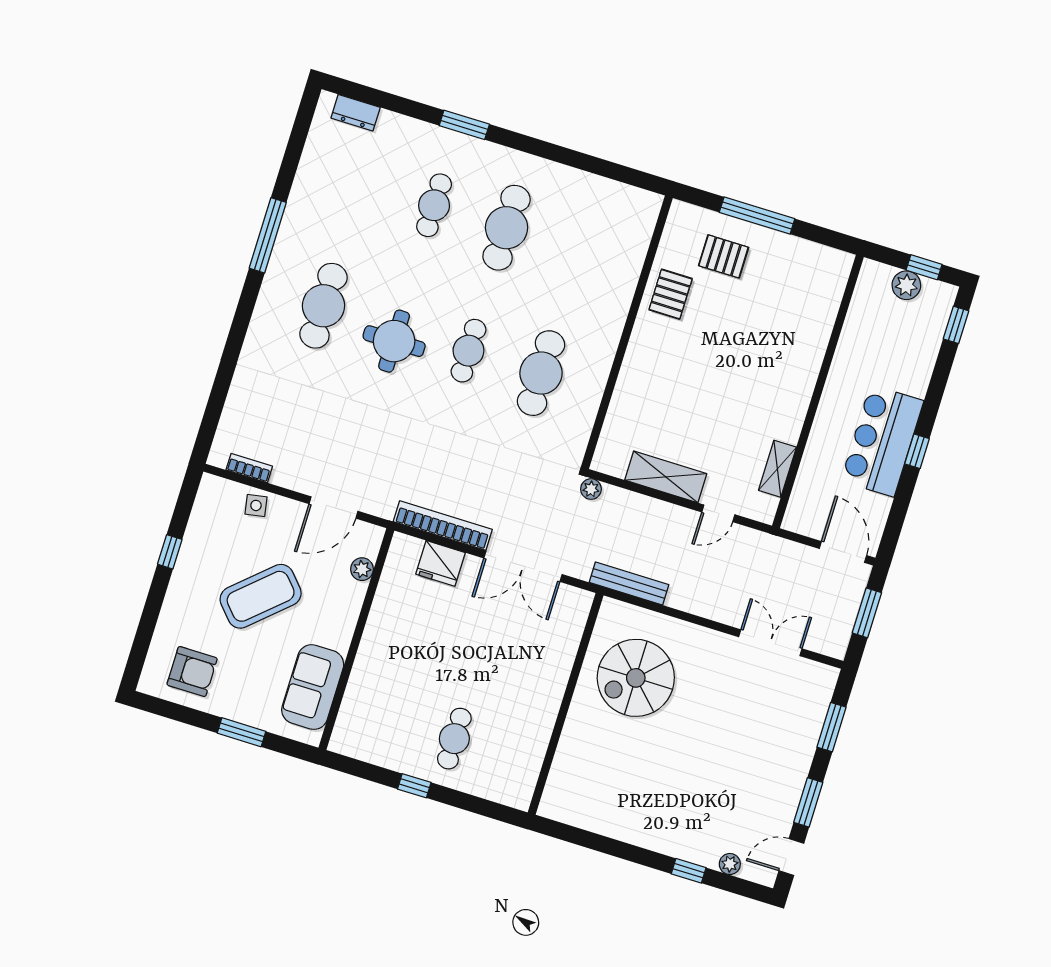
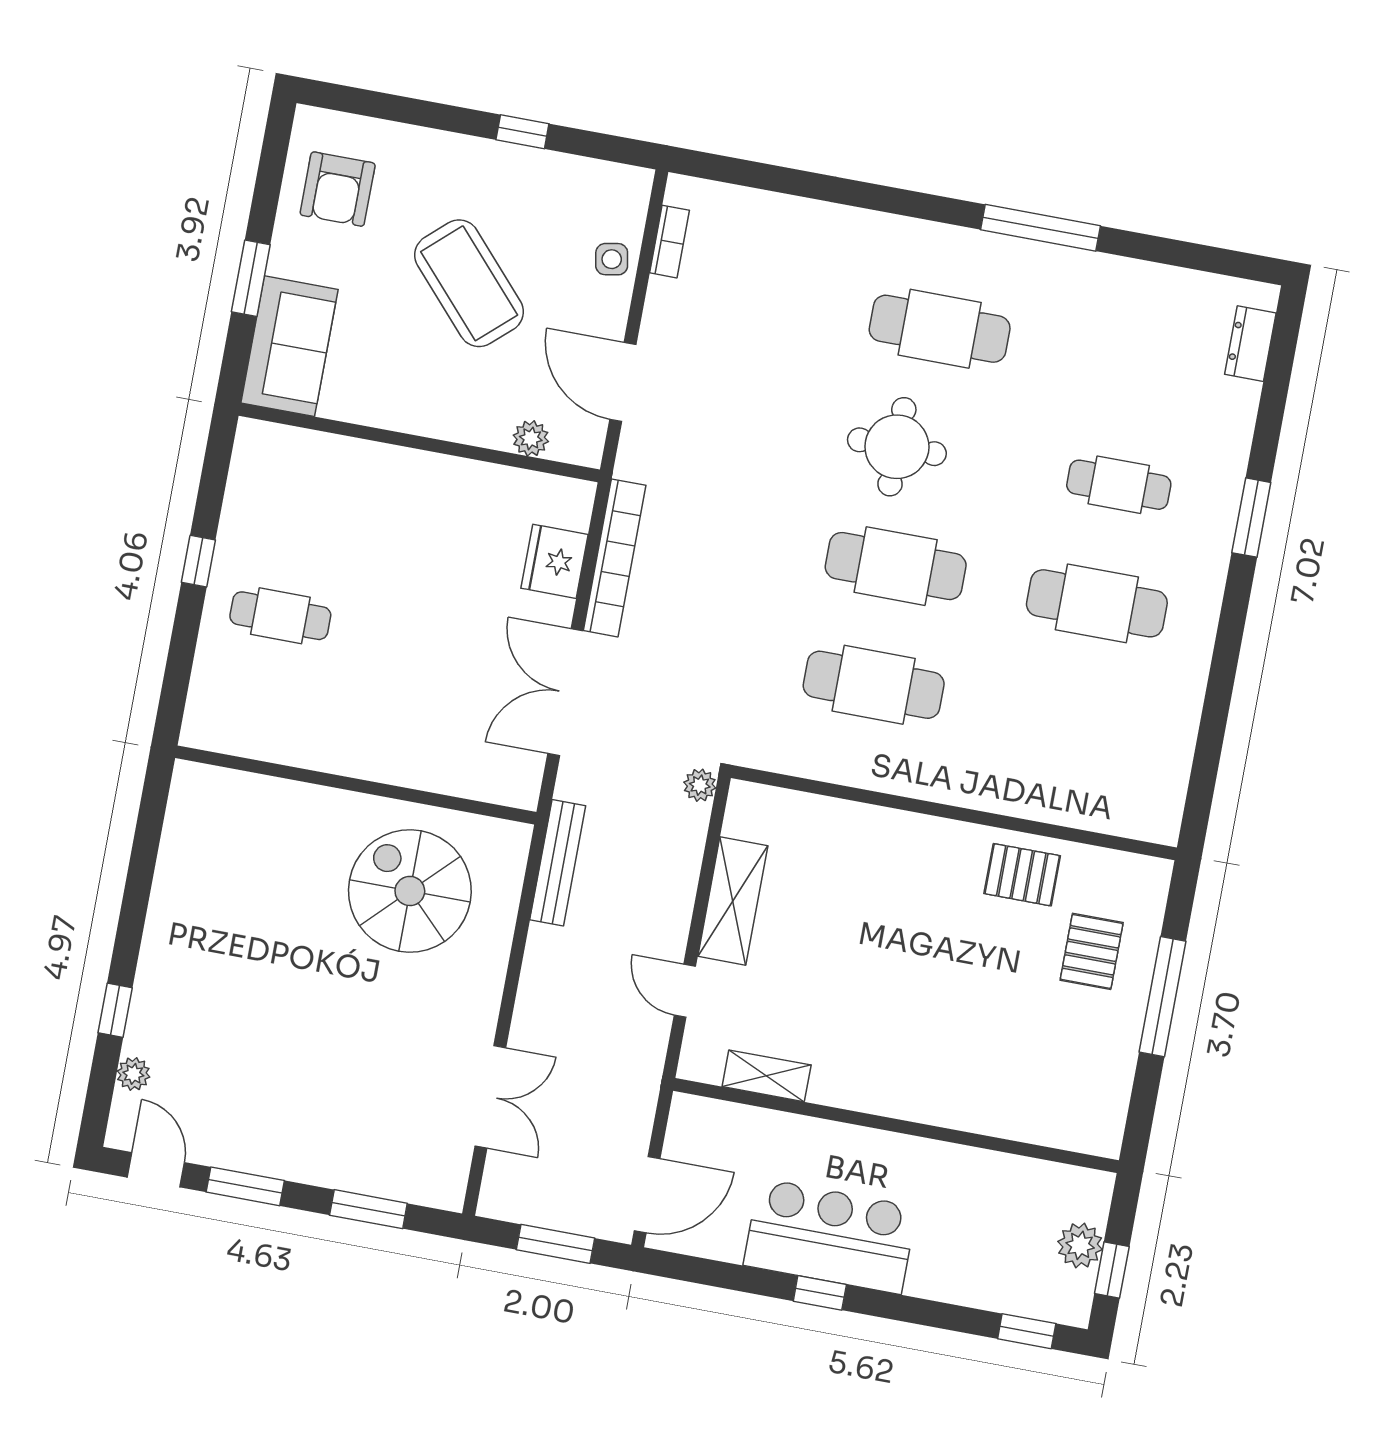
cafe table: (468, 351) -> (896, 566), width x1.37, depth x1.35
sofa: (313, 687) -> (289, 346), moved, turned 90

